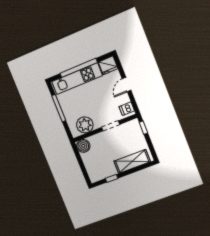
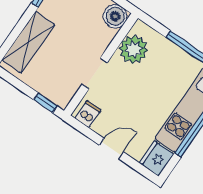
door: (127, 85) -> (111, 149), hinge flipped

